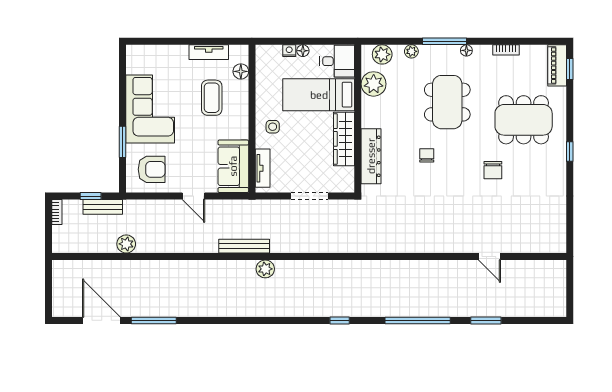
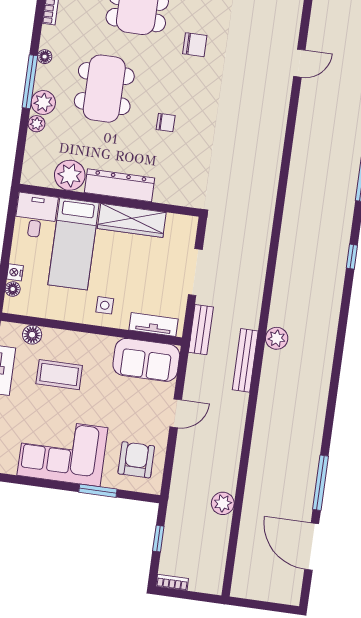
floor lamp: (303, 51) -> (13, 289), moved
plant: (382, 54) -> (43, 103), moved
dining table: (447, 102) -> (104, 89), turned 90
chair: (427, 155) -> (166, 123), turned 180
dresser: (371, 156) -> (120, 185), moved
bench: (103, 207) -> (201, 330), moved
door: (101, 320) -> (312, 547), hinge flipped

